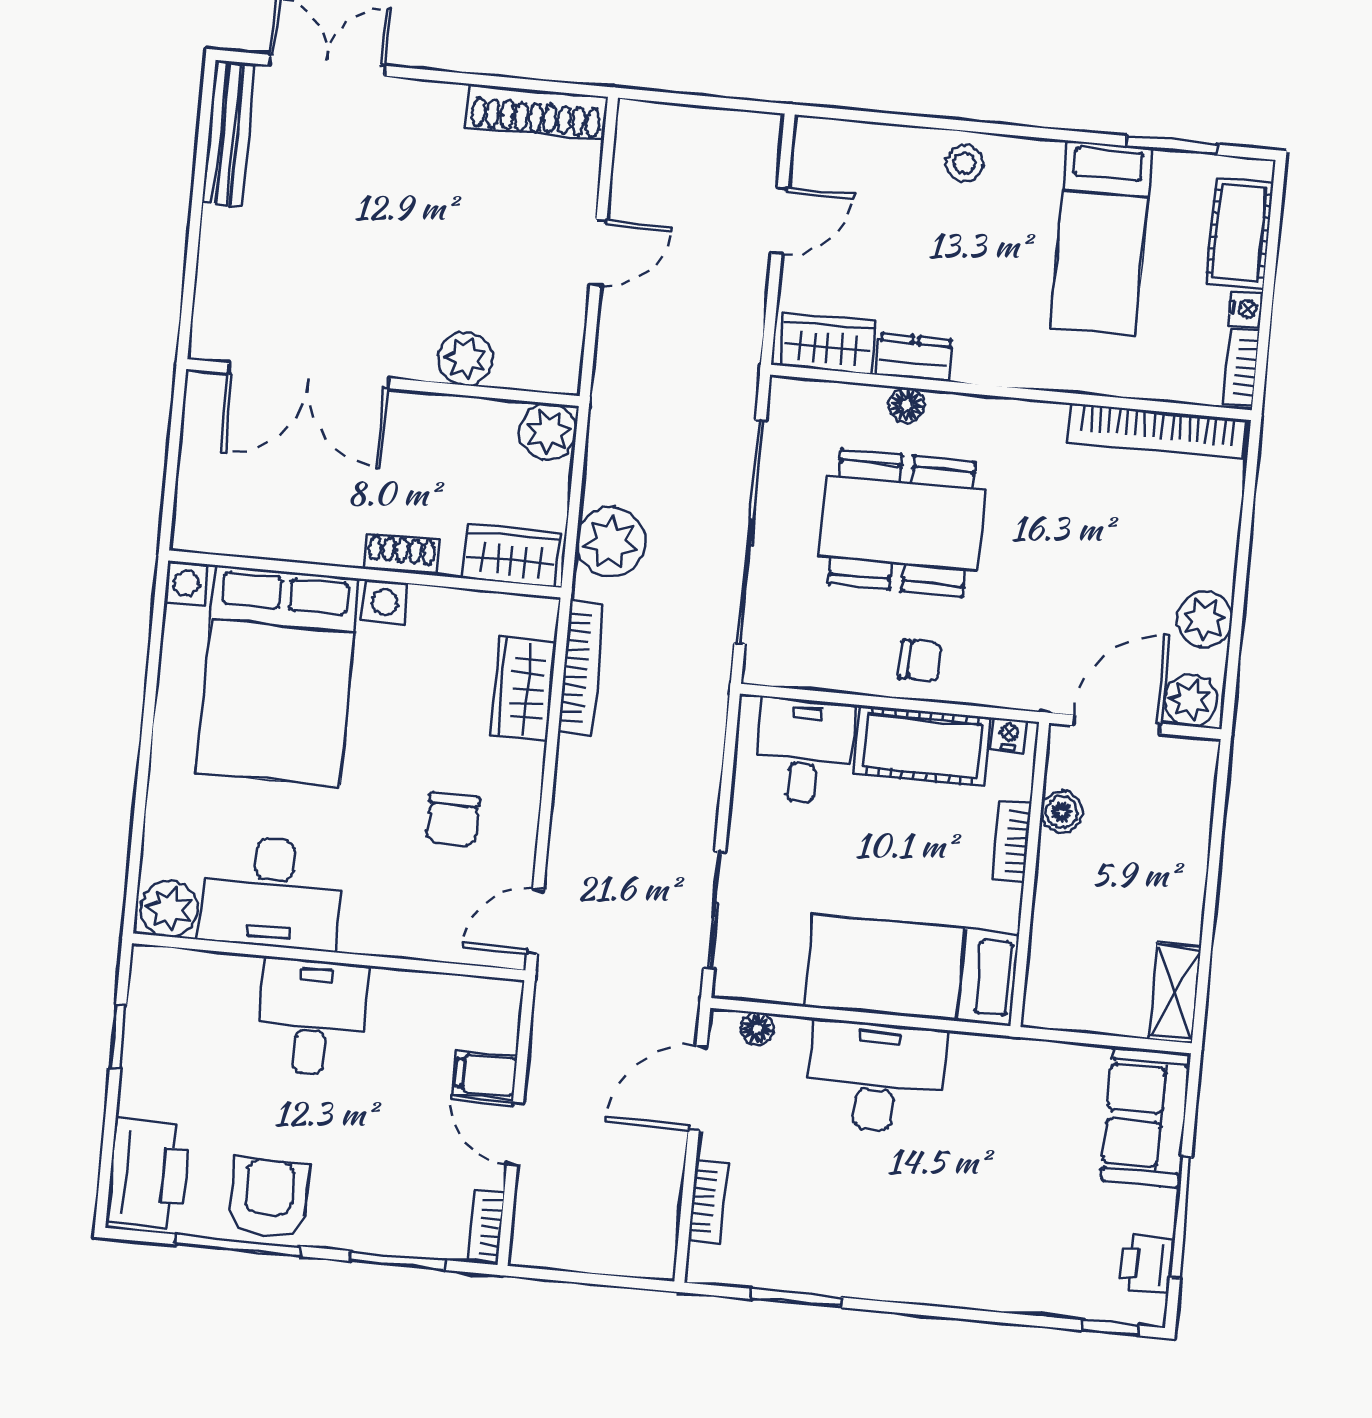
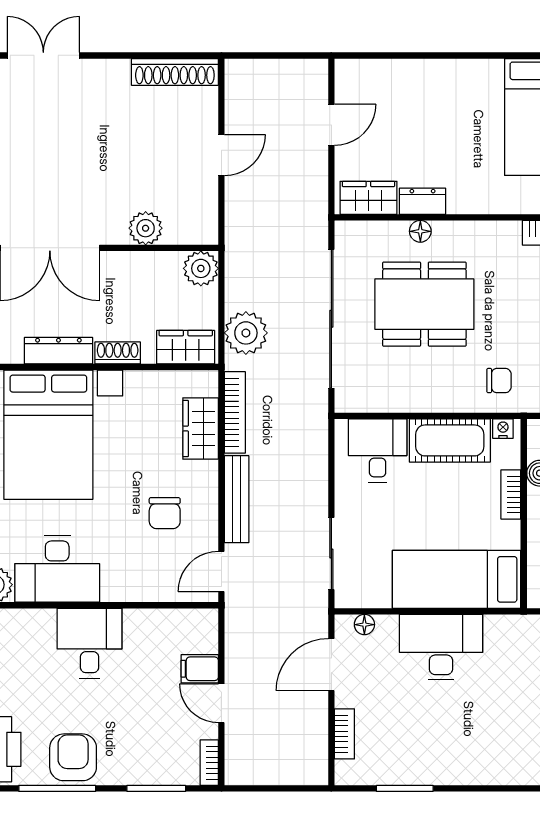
stool: (964, 163) -> (442, 79), removed
dresser: (307, 542) -> (58, 351), added
chair: (920, 660) -> (499, 381), moved
bench: (570, 808) -> (237, 499), added

